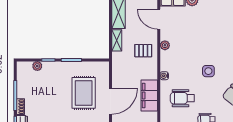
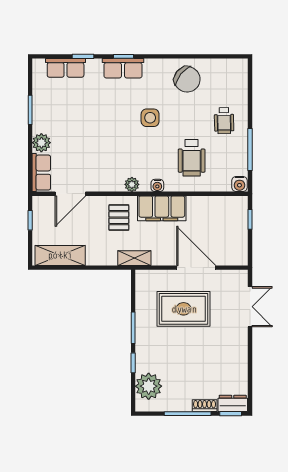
shelving: (117, 40) -> (134, 258), moved
plant: (165, 45) -> (132, 184), moved
plant: (37, 66) -> (149, 386), width x1.87, depth x1.87
filing cabinet: (149, 96) -> (162, 208), moved

